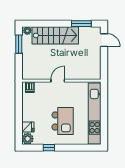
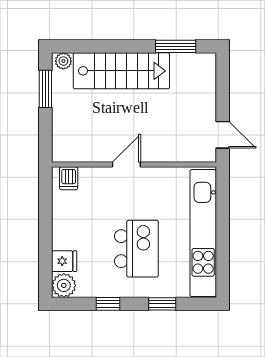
door: (104, 40) -> (223, 135), moved
window: (75, 148) -> (162, 304), added

